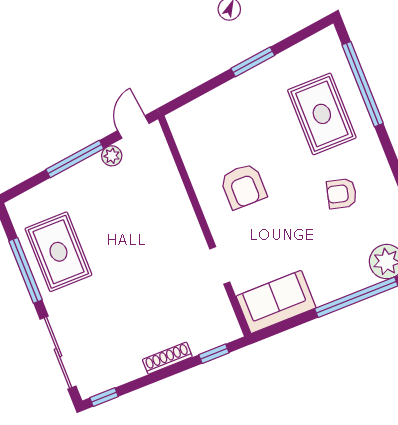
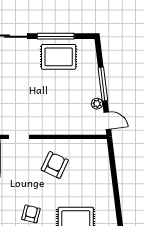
window: (253, 62) -> (117, 195), removed
armchair: (243, 186) -> (55, 165), turned 115

